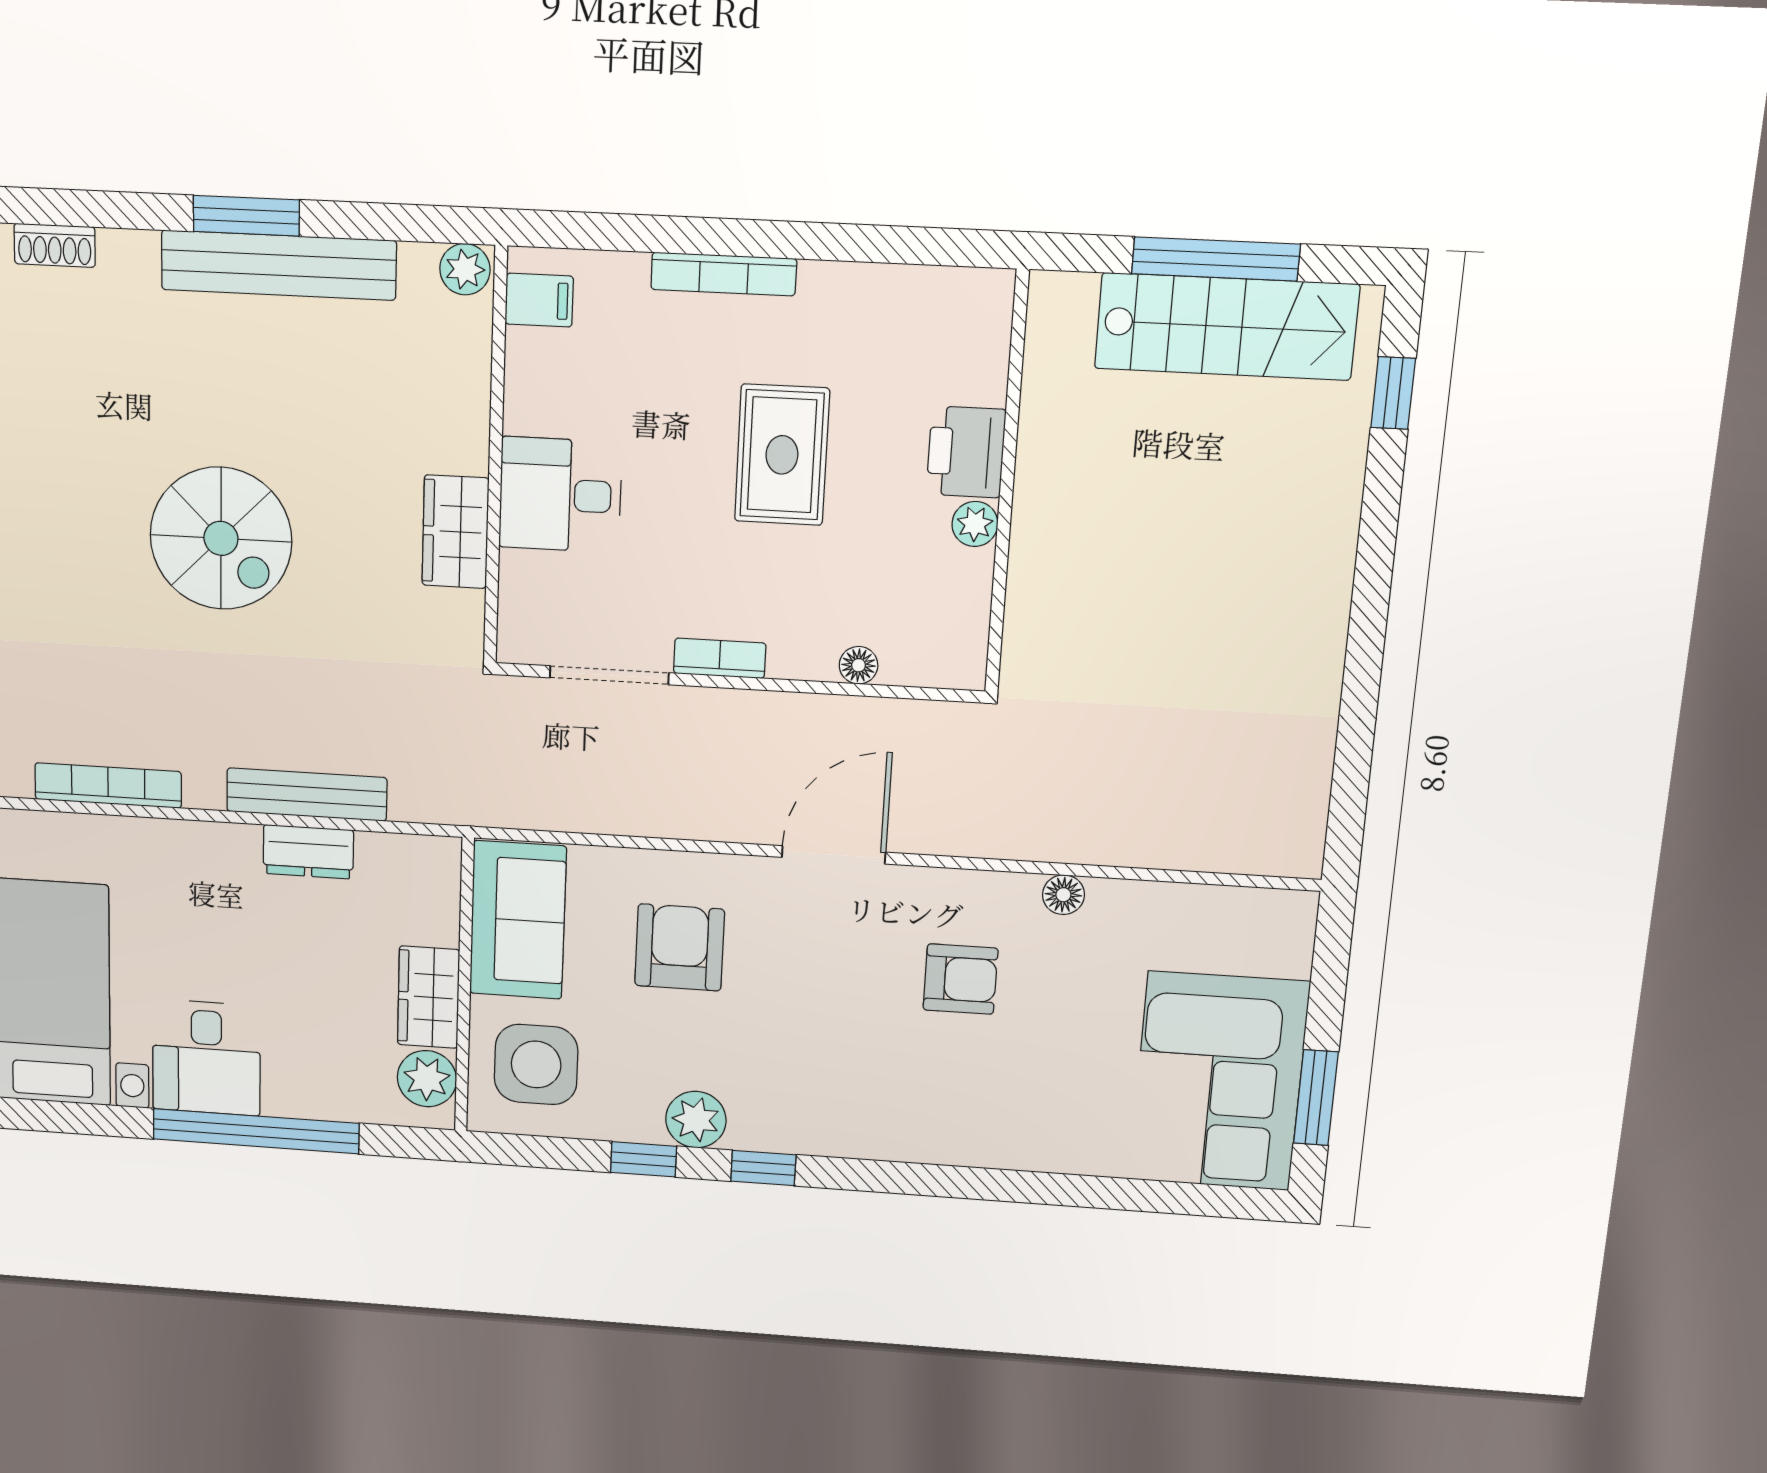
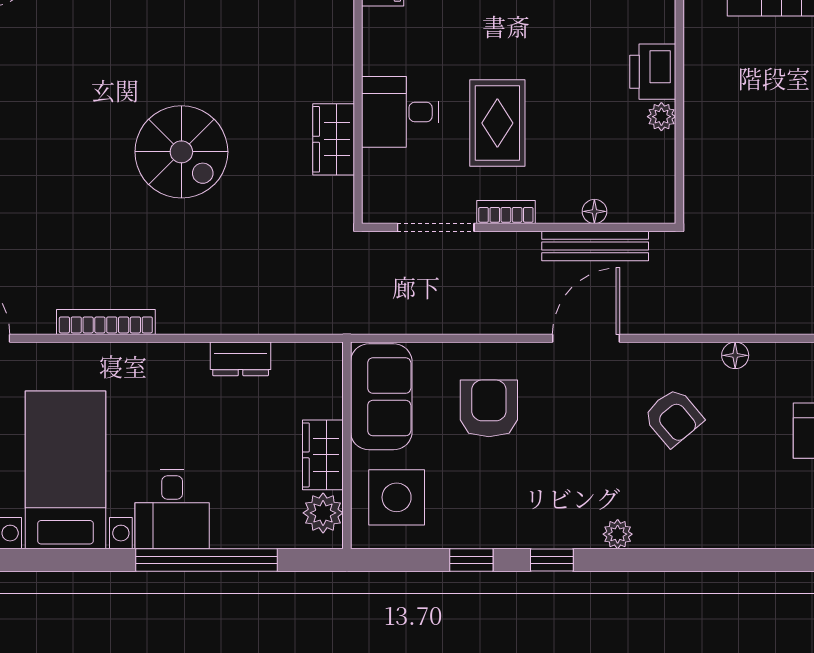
rug: (782, 455) -> (497, 123), moved
bench: (307, 794) -> (595, 246), moved
armchair: (960, 979) -> (673, 417), turned 50
plant: (696, 1120) -> (618, 534), moved, width x0.73, depth x0.73

